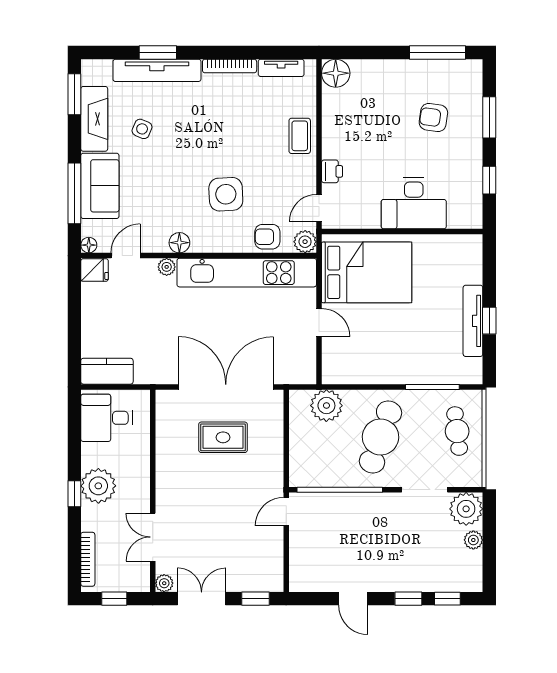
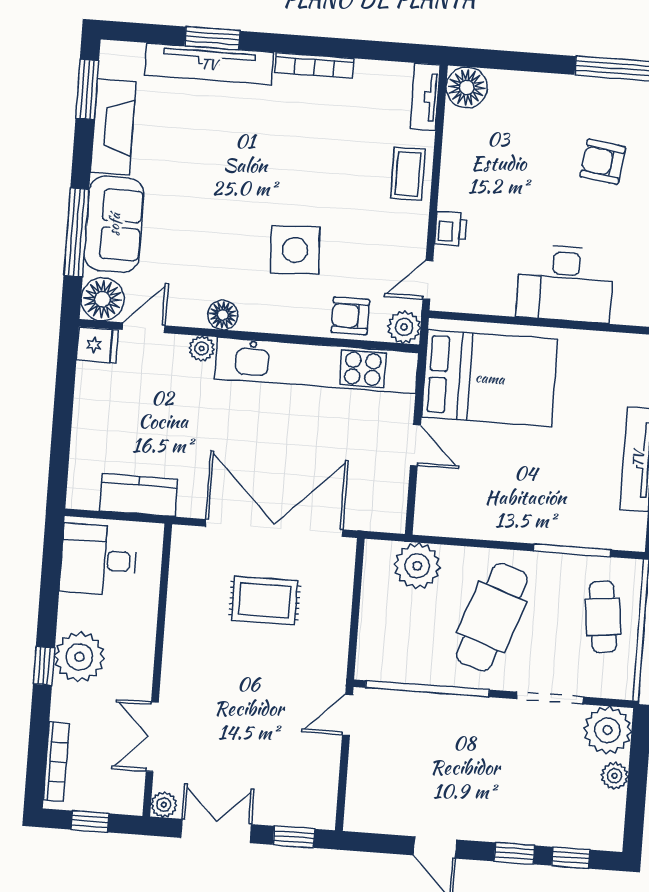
tv unit: (281, 68) -> (425, 97), moved, turned 90
side table: (142, 129) -> (181, 147), removed
floor lamp: (89, 245) -> (103, 299), width x1.89, depth x1.89
kitchen counter: (107, 371) -> (139, 495), moved

